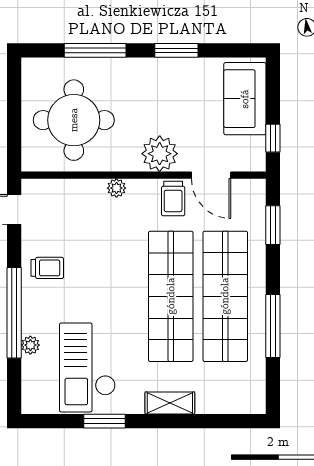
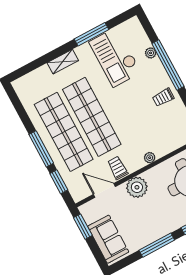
window: (176, 50) -> (157, 245), width x1.44
window: (273, 138) -> (83, 227), width x1.50
window: (273, 326) -> (41, 149), moved
checkout: (87, 367) -> (115, 57), turned 180
window: (104, 421) -> (91, 34), width x1.44

